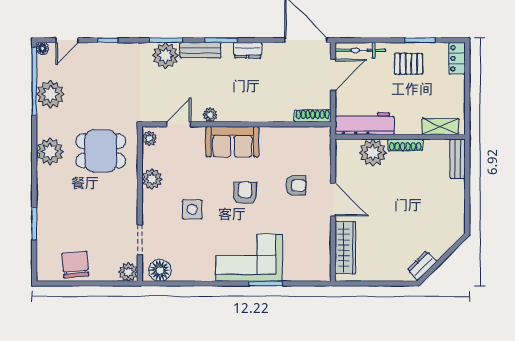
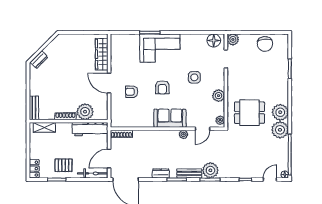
plant: (50, 94) -> (280, 130), moved
dresser: (422, 265) -> (39, 60), moved

